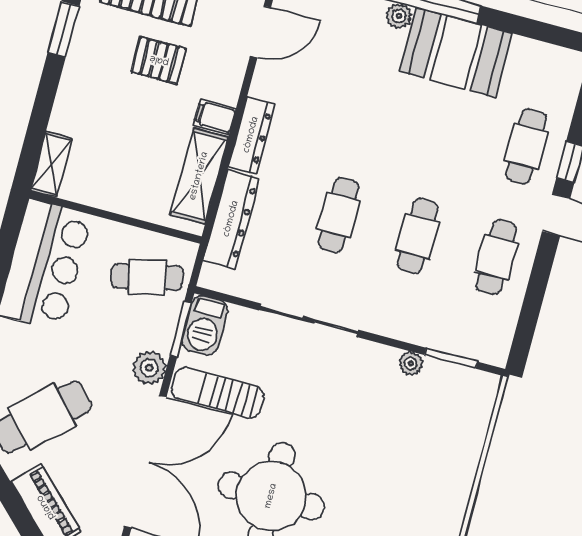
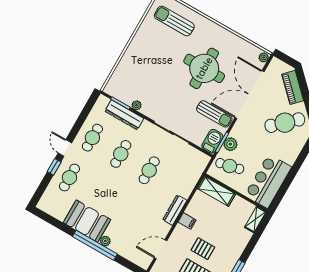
shelving: (199, 176) -> (216, 191), moved, turned 90
dresser: (231, 219) -> (124, 115), moved, turned -90
plant: (149, 368) -> (230, 144), moved

